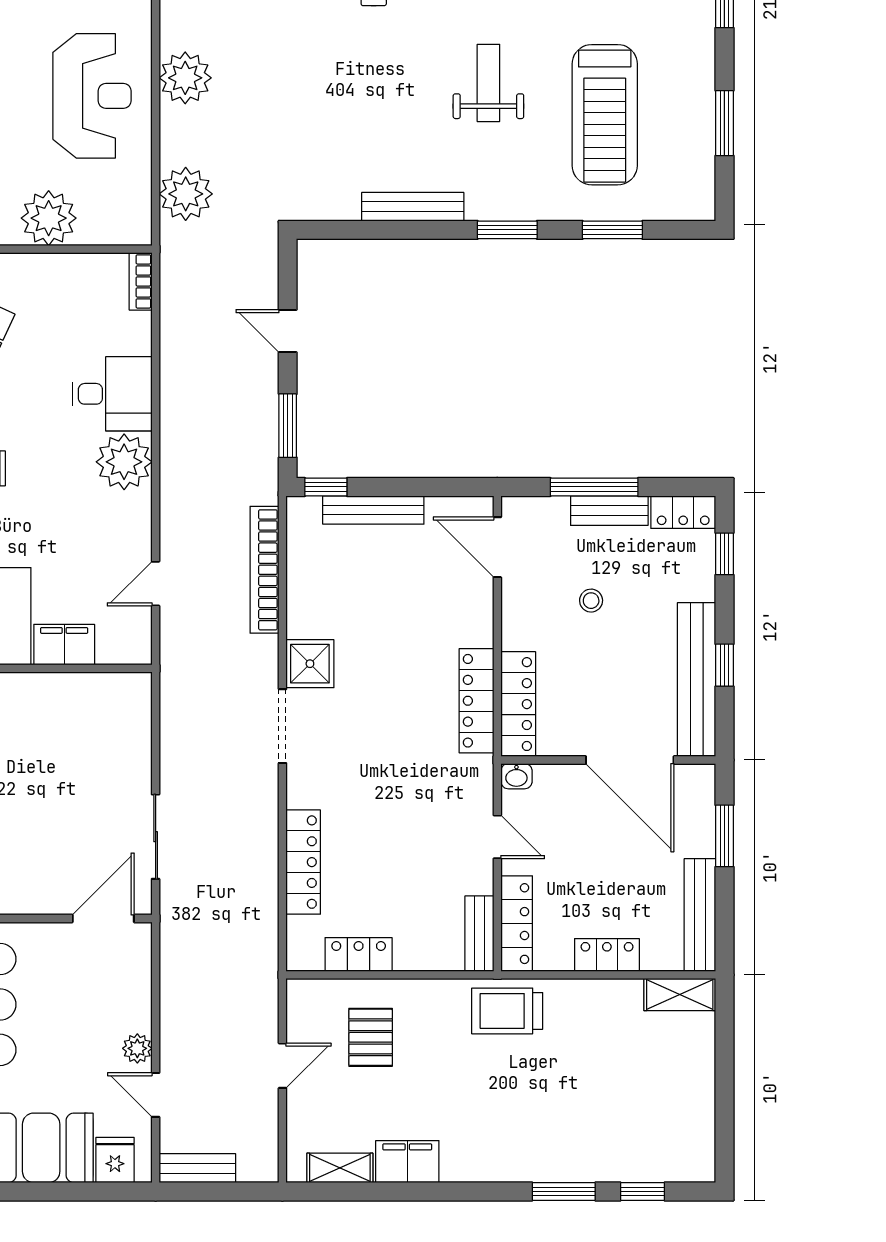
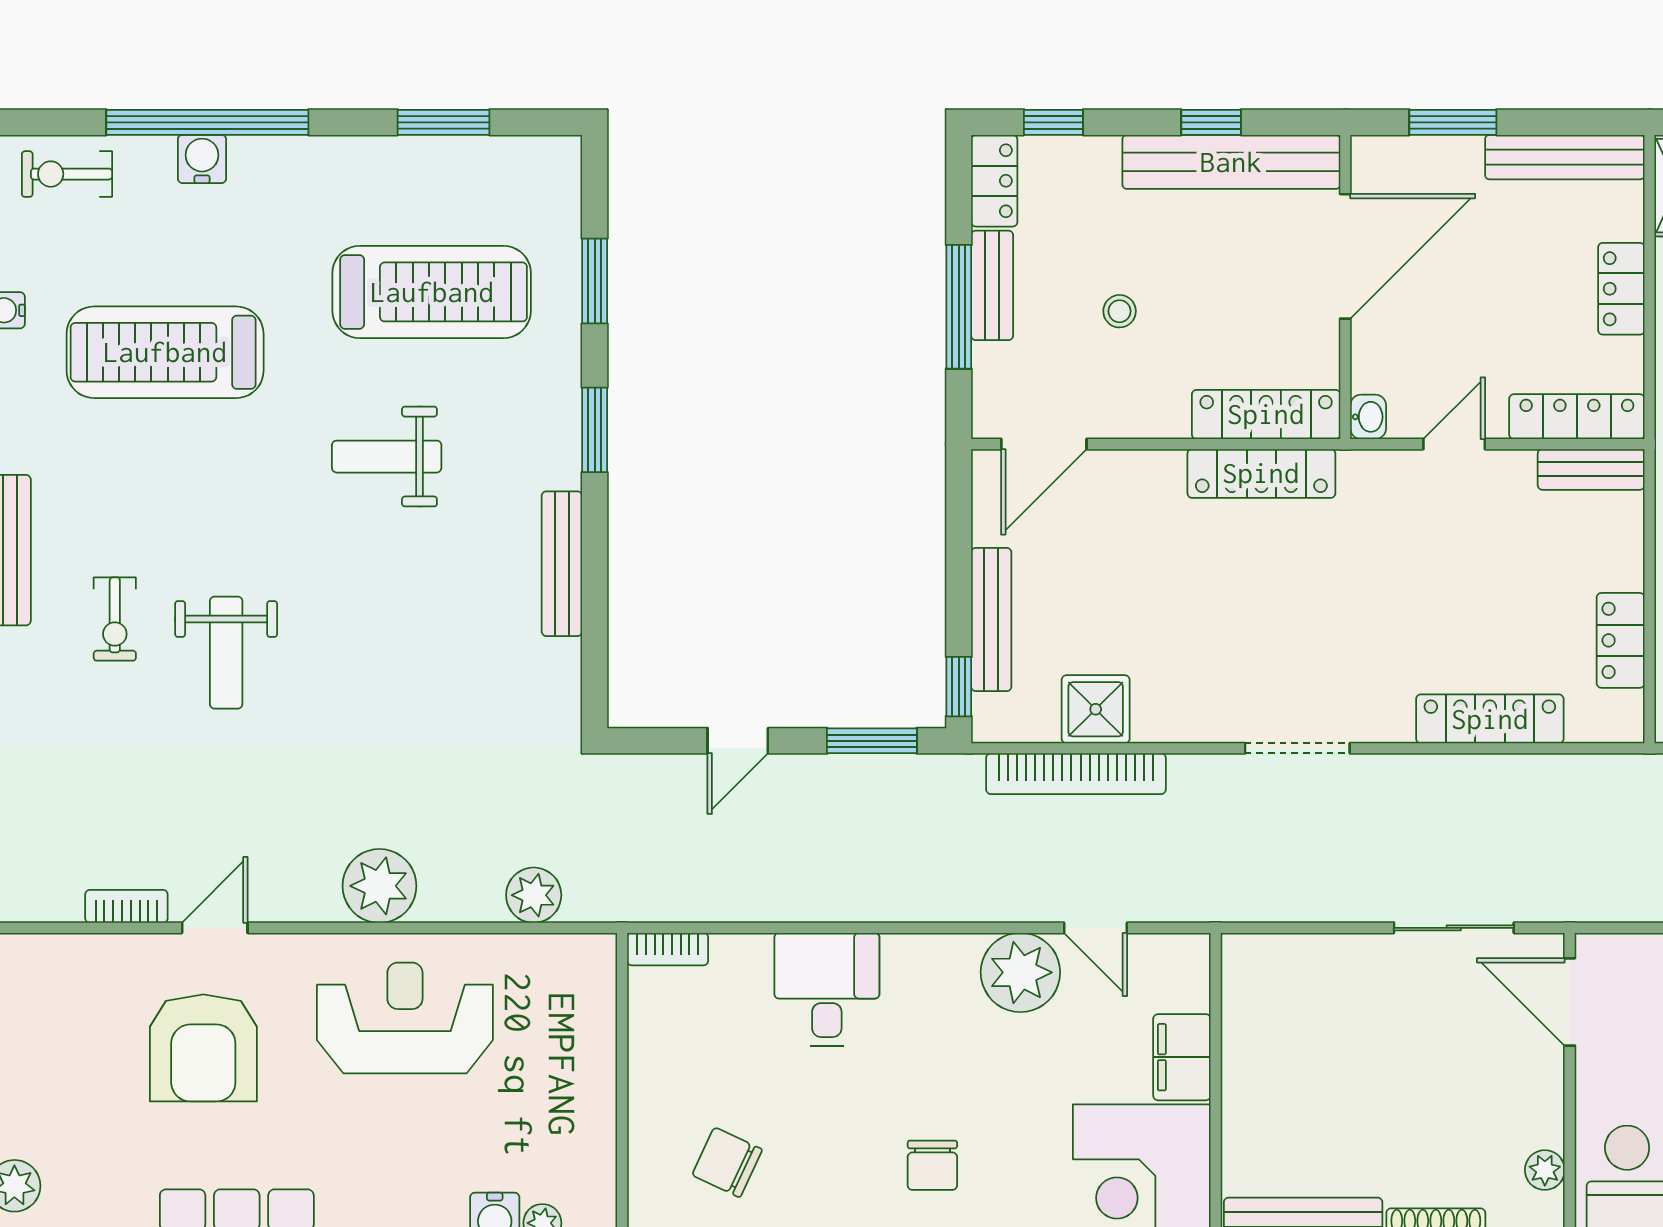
plant: (186, 194) -> (534, 895), width x0.73, depth x0.73
plant: (49, 218) -> (578, 1079), removed
plant: (124, 462) -> (1020, 972), moved
shower: (310, 664) -> (1096, 709), moved

